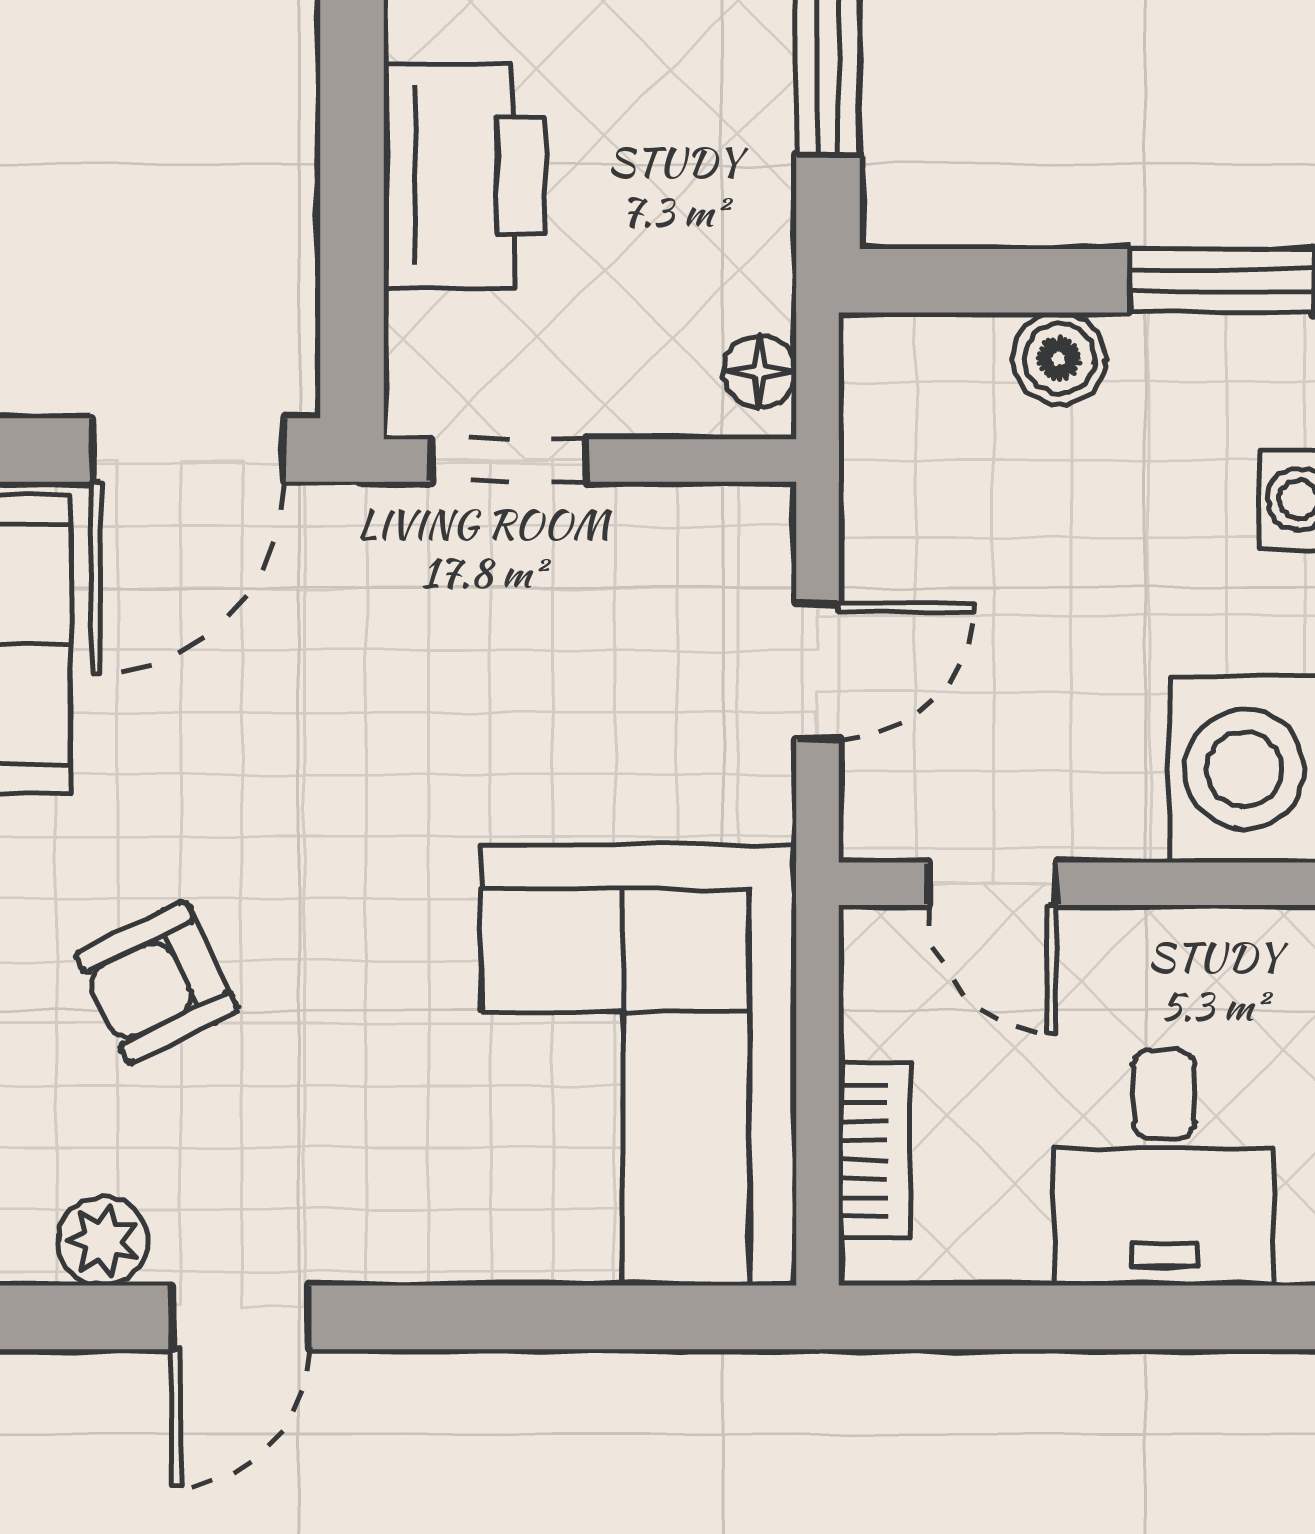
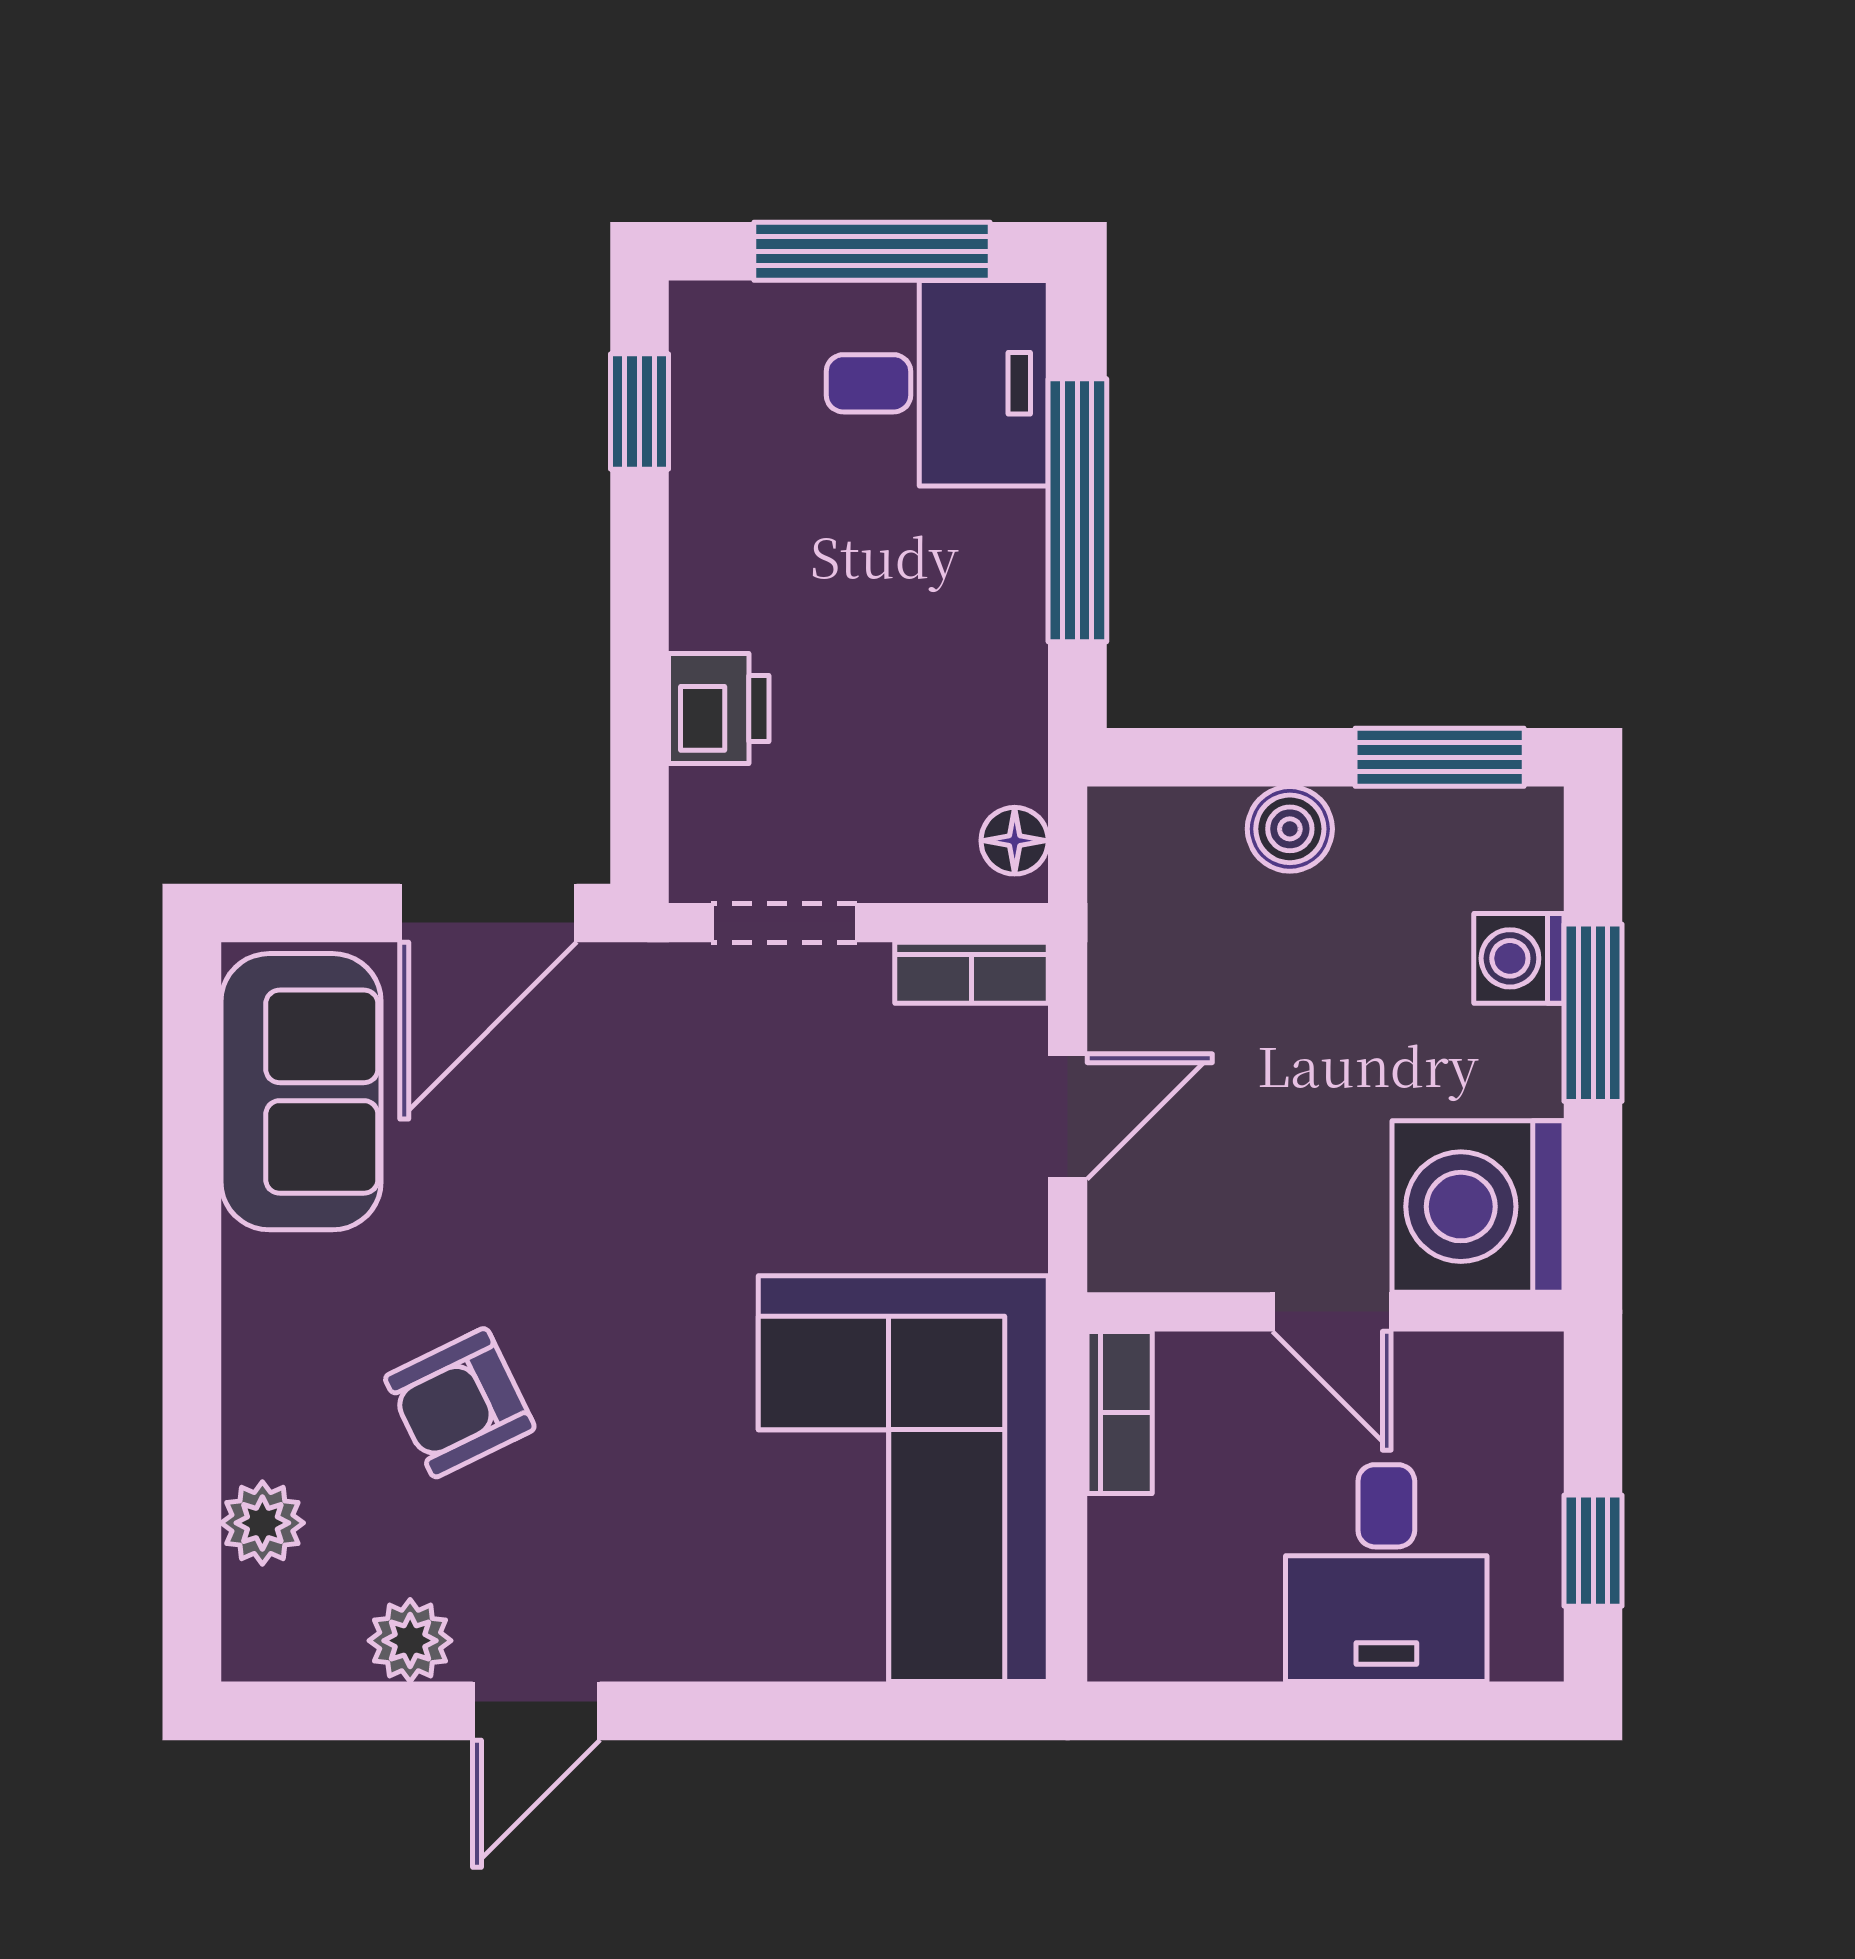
printer: (464, 175) -> (719, 708), width x0.53, depth x0.68
bookcase: (713, 515) -> (971, 973), added
door: (992, 884) -> (1332, 1312), moved
bookcase: (874, 1150) -> (1120, 1413), moved

